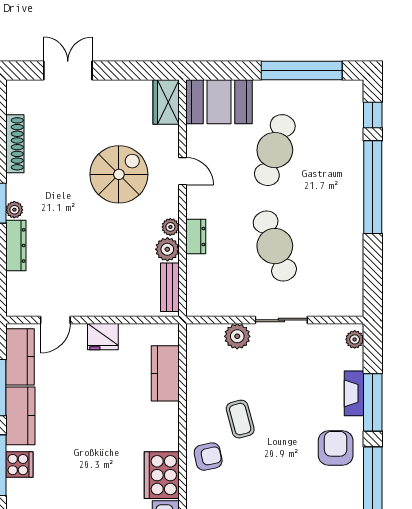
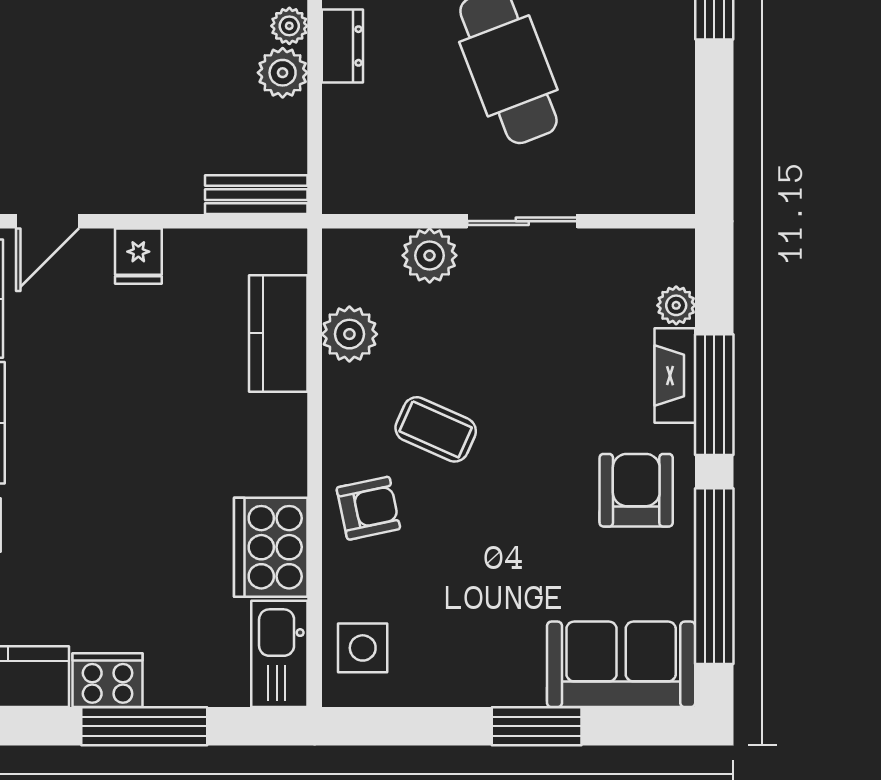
bench: (170, 287) -> (256, 195), moved, turned 90
fridge: (103, 337) -> (138, 256), width x0.72
plant: (355, 339) -> (676, 305), moved
plant: (199, 374) -> (349, 334), added
coffee table: (240, 419) -> (436, 429), turned -51

